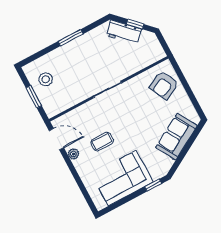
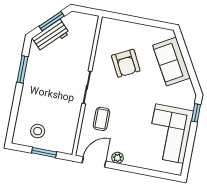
window: (135, 24) -> (52, 21), width x1.50
window: (71, 38) -> (22, 69), moved
armchair: (164, 85) -> (126, 63), moved
coffee table: (102, 142) -> (102, 119), moved

